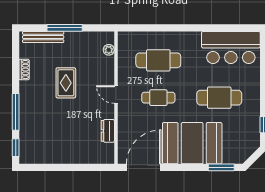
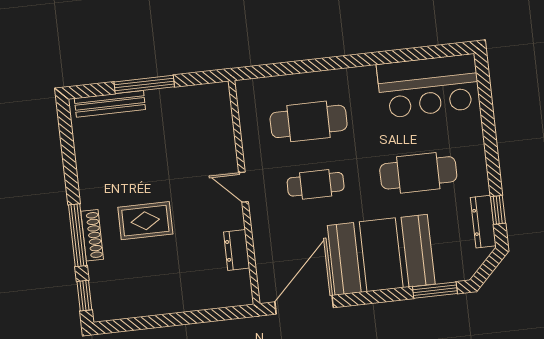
plant: (109, 50) -> (223, 113), removed
shoe rack: (24, 70) -> (92, 235), moved, width x1.43
rug: (66, 83) -> (145, 221), moved, turned 90
dresser: (254, 130) -> (483, 222), added

